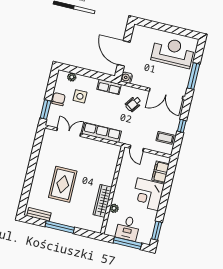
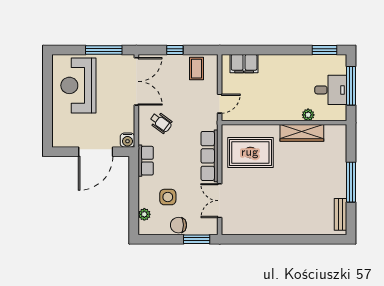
rug: (63, 184) -> (250, 152), moved
corner desk: (148, 194) -> (278, 74), removed

